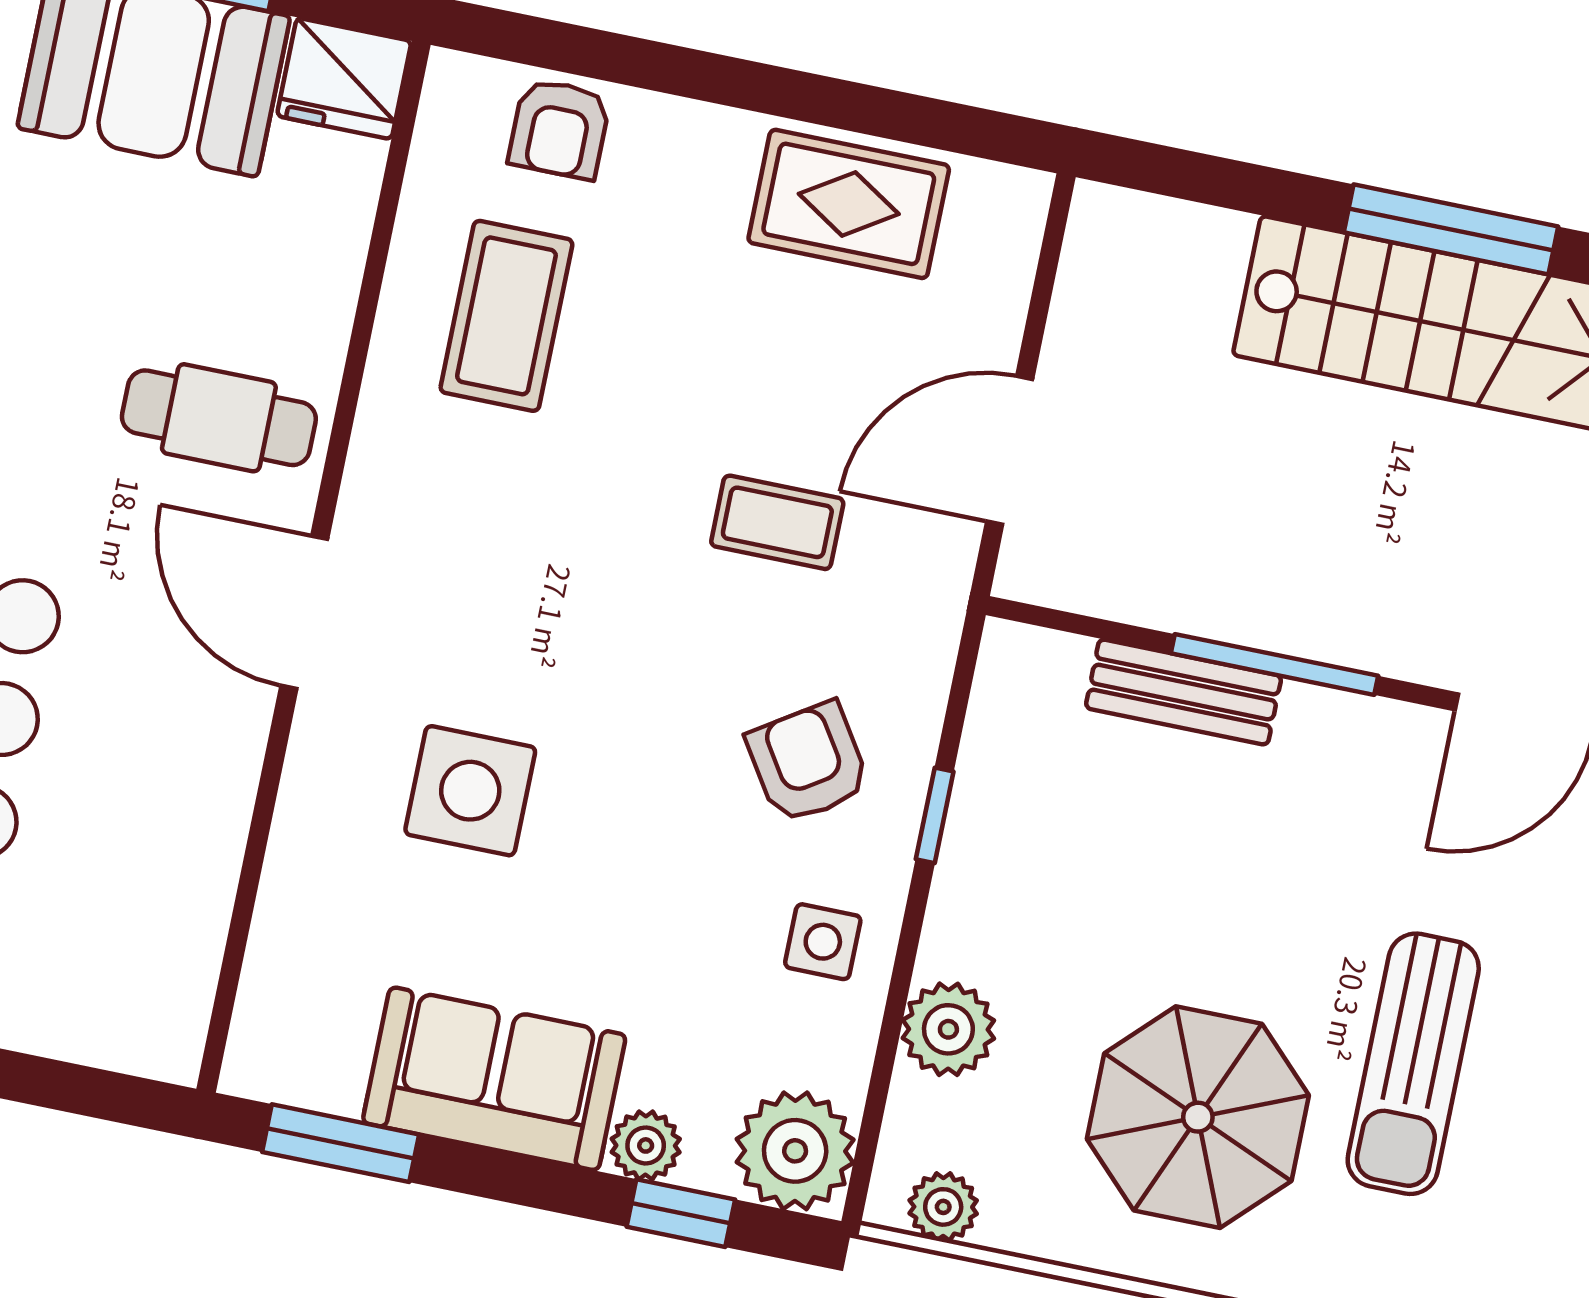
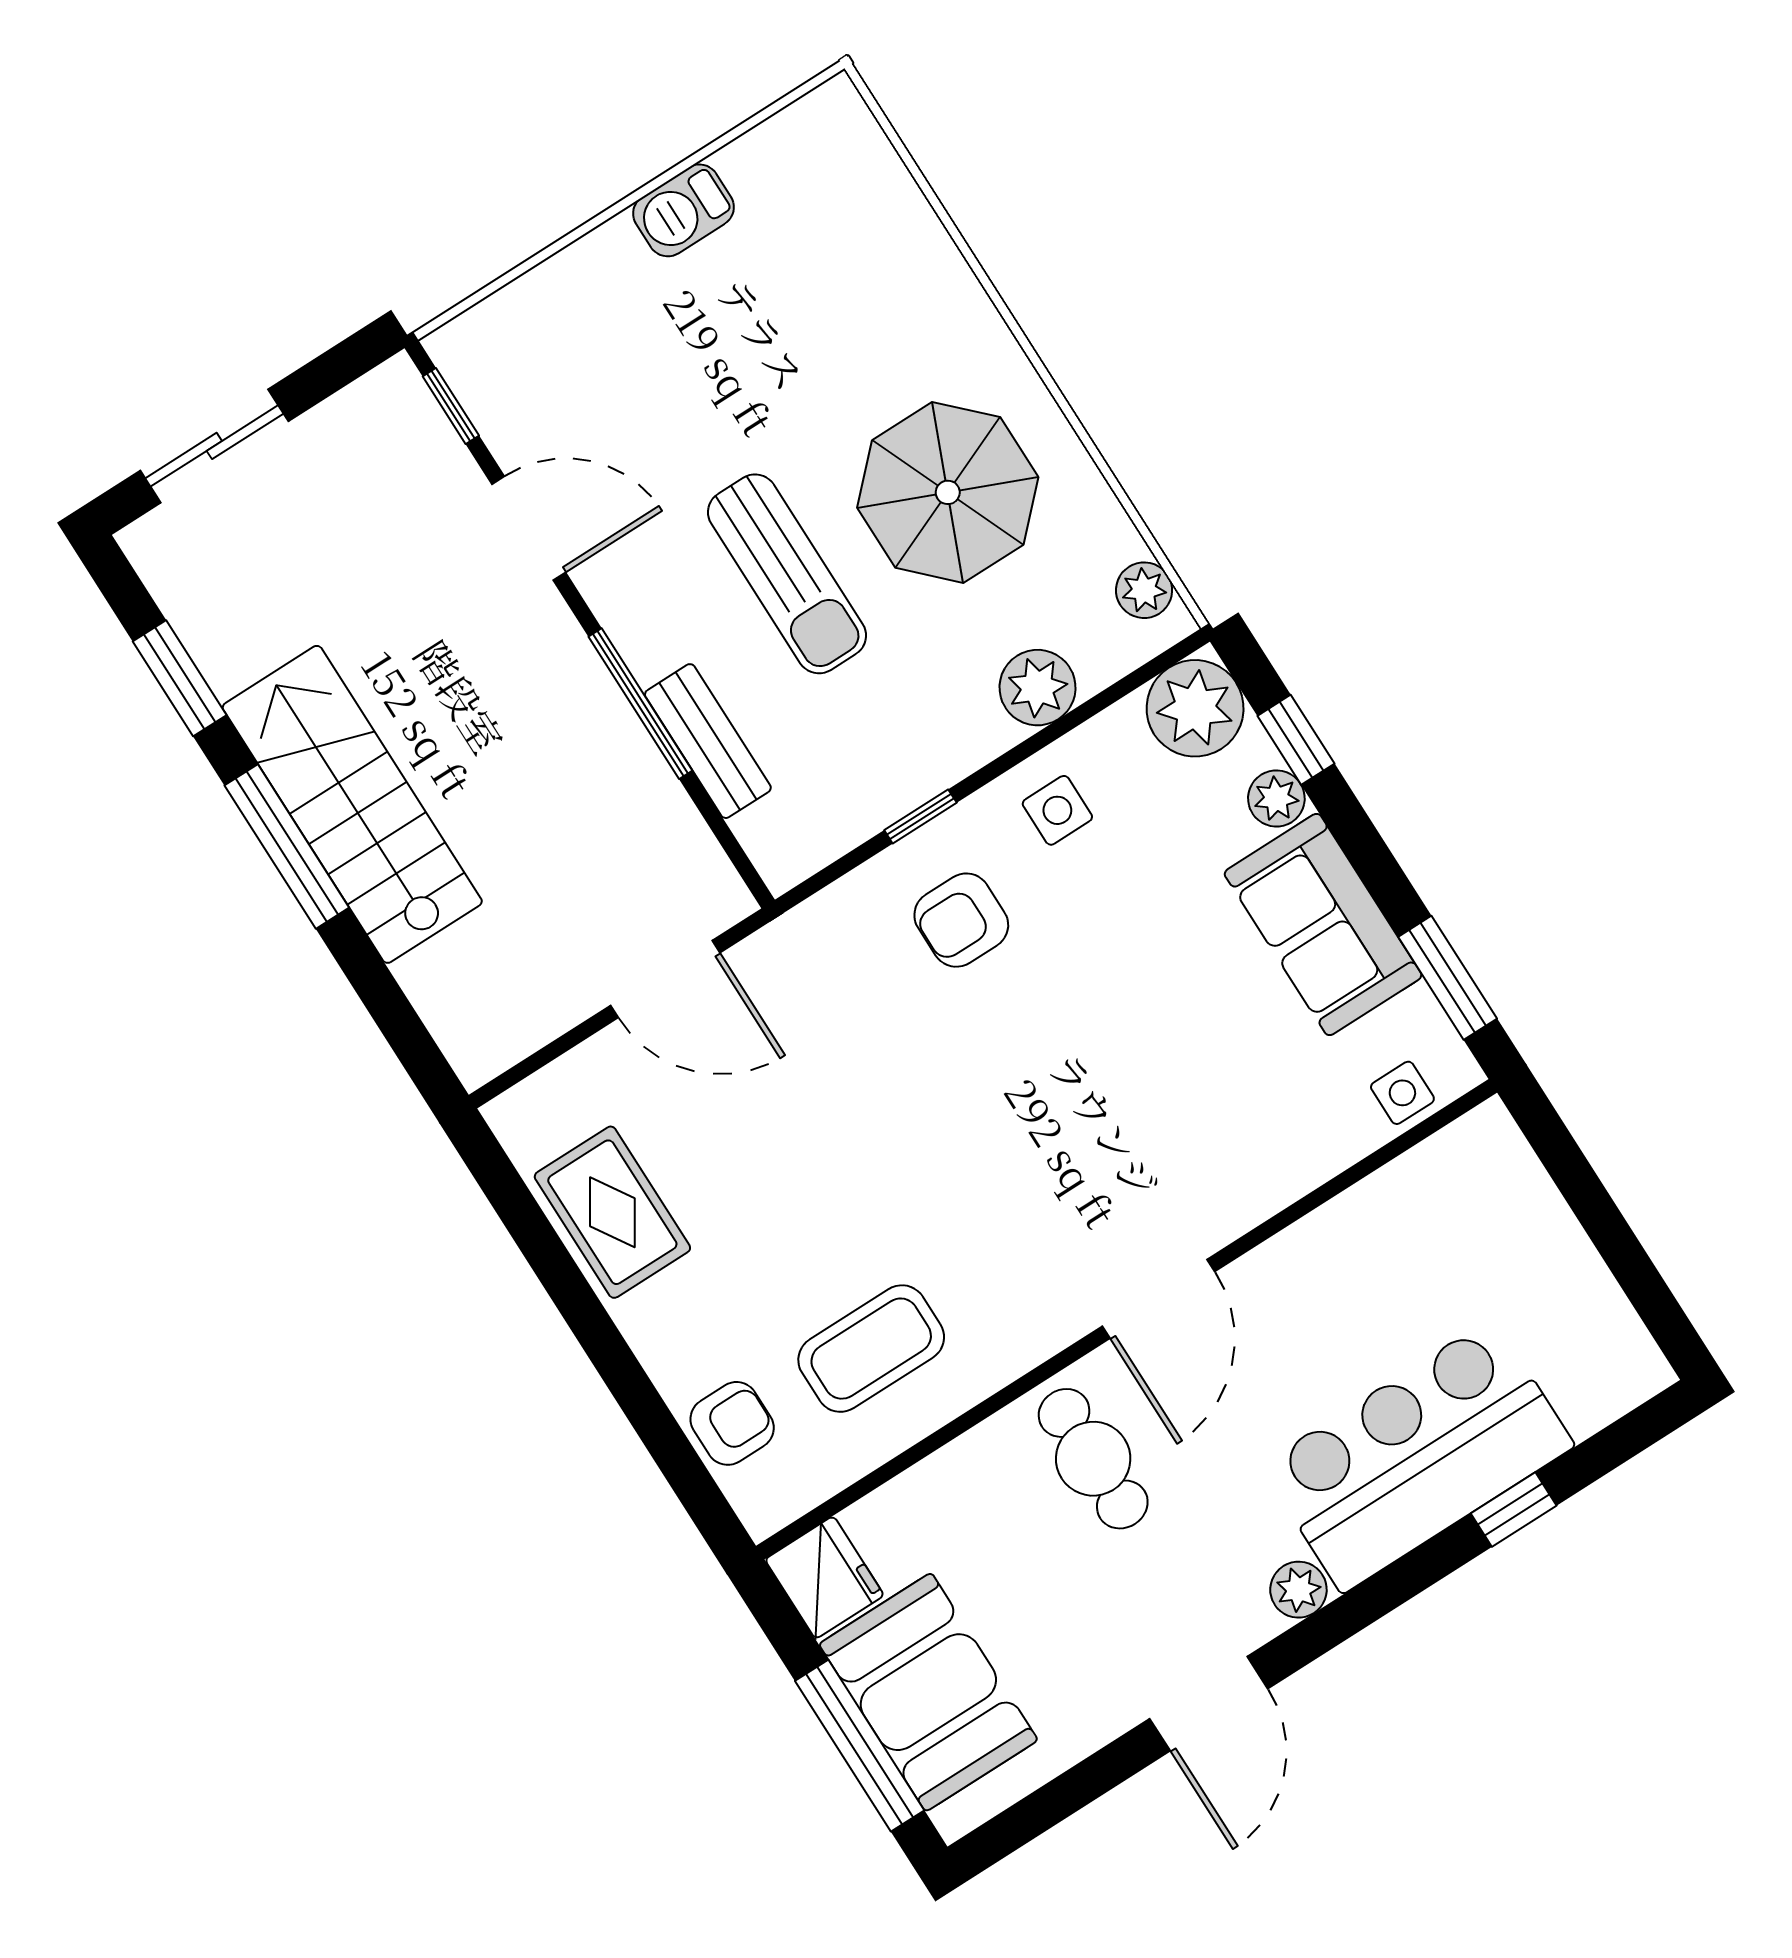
coffee table: (777, 522) -> (839, 1074), removed
armchair: (808, 763) -> (961, 920), turned 33
side table: (470, 791) -> (1402, 1093), moved, width x0.54, depth x0.54
sun lounger: (1413, 1064) -> (787, 574), moved, turned 90

